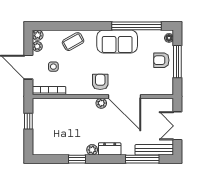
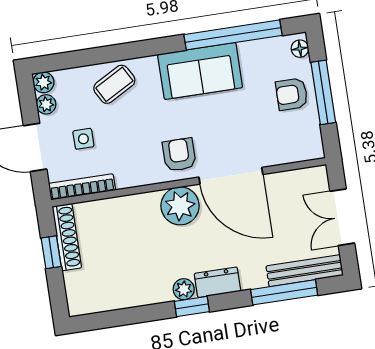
plant: (101, 103) -> (180, 206), width x1.87, depth x1.87
shoe rack: (37, 115) -> (67, 237), added
window: (77, 159) -> (192, 306), moved

